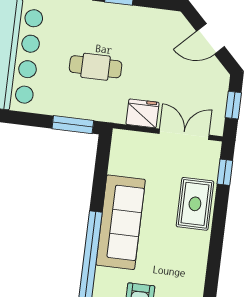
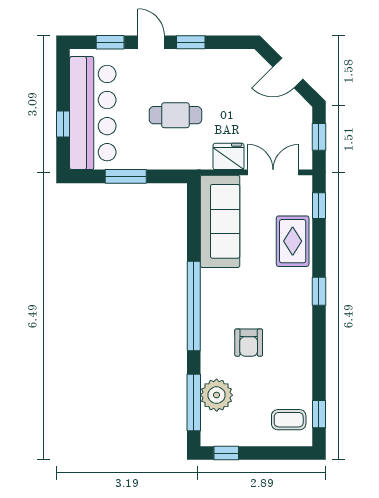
window: (73, 125) -> (126, 176), moved
sofa: (121, 222) -> (220, 221), moved
window: (215, 256) -> (319, 291), added

